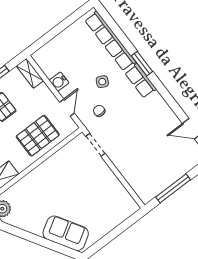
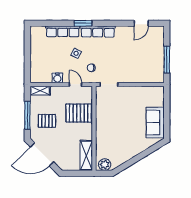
row of seats: (110, 41) -> (63, 31), width x0.73
row of seats: (141, 81) -> (98, 31), width x1.48
pallet: (38, 136) -> (79, 113), turned 90
sofa: (66, 233) -> (155, 123), moved, turned -59

